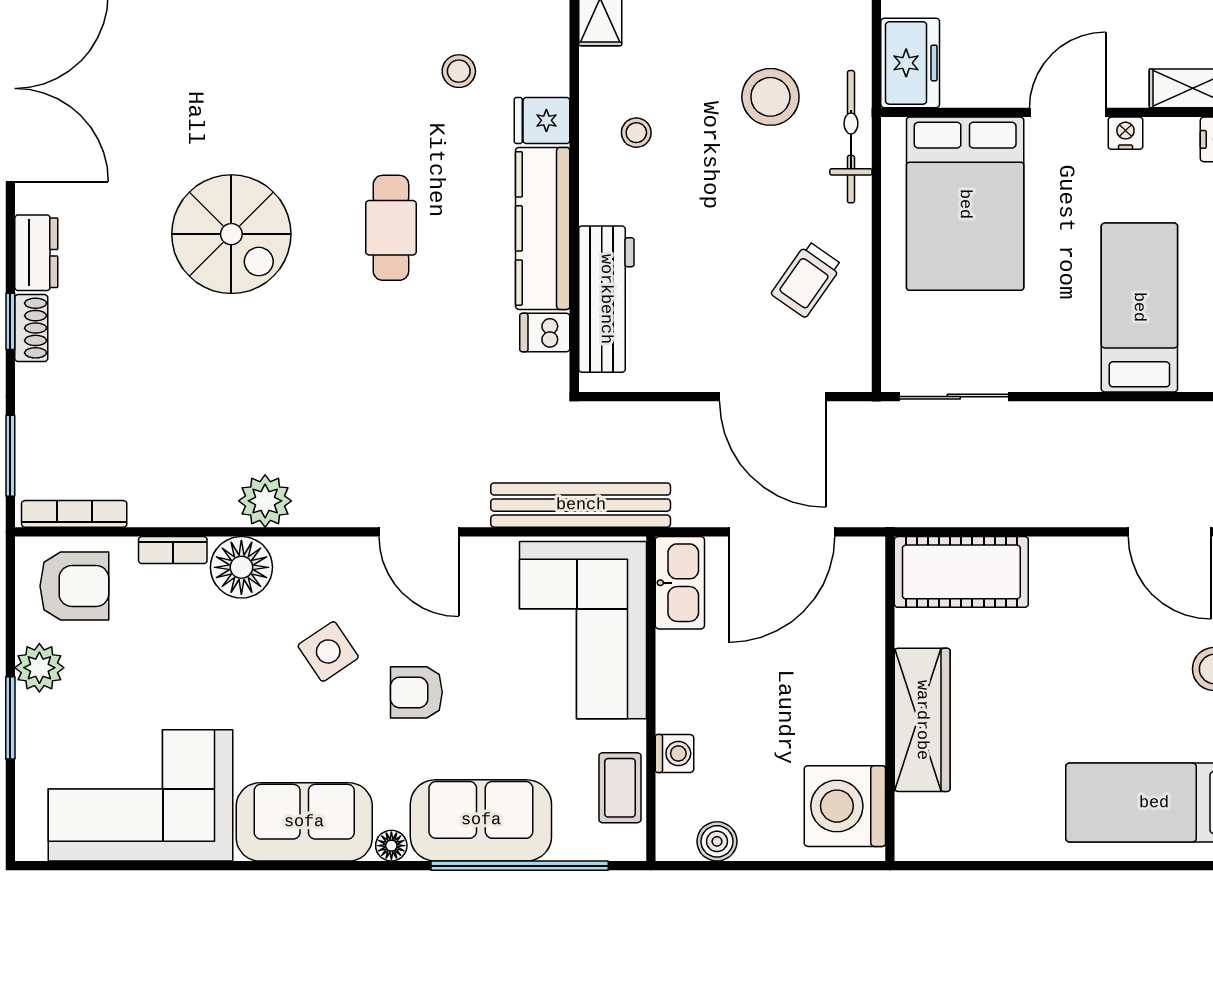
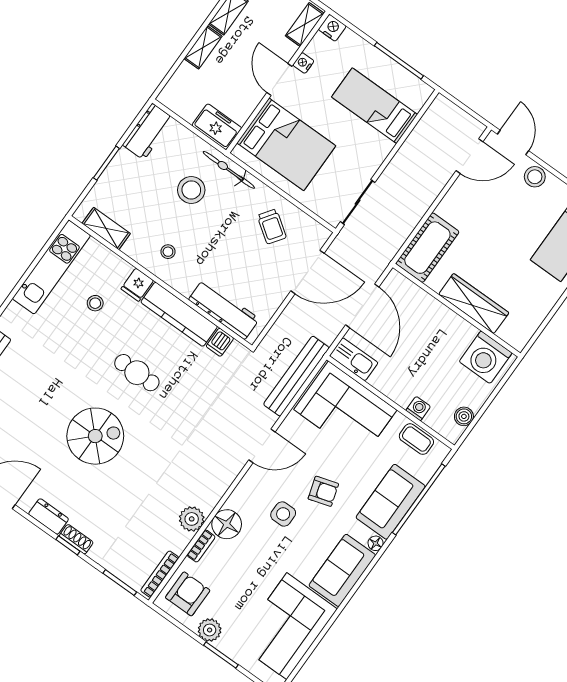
plant: (265, 501) -> (192, 519), moved
side table: (328, 651) -> (283, 514), turned 34
armchair: (416, 692) -> (323, 491), turned -107

